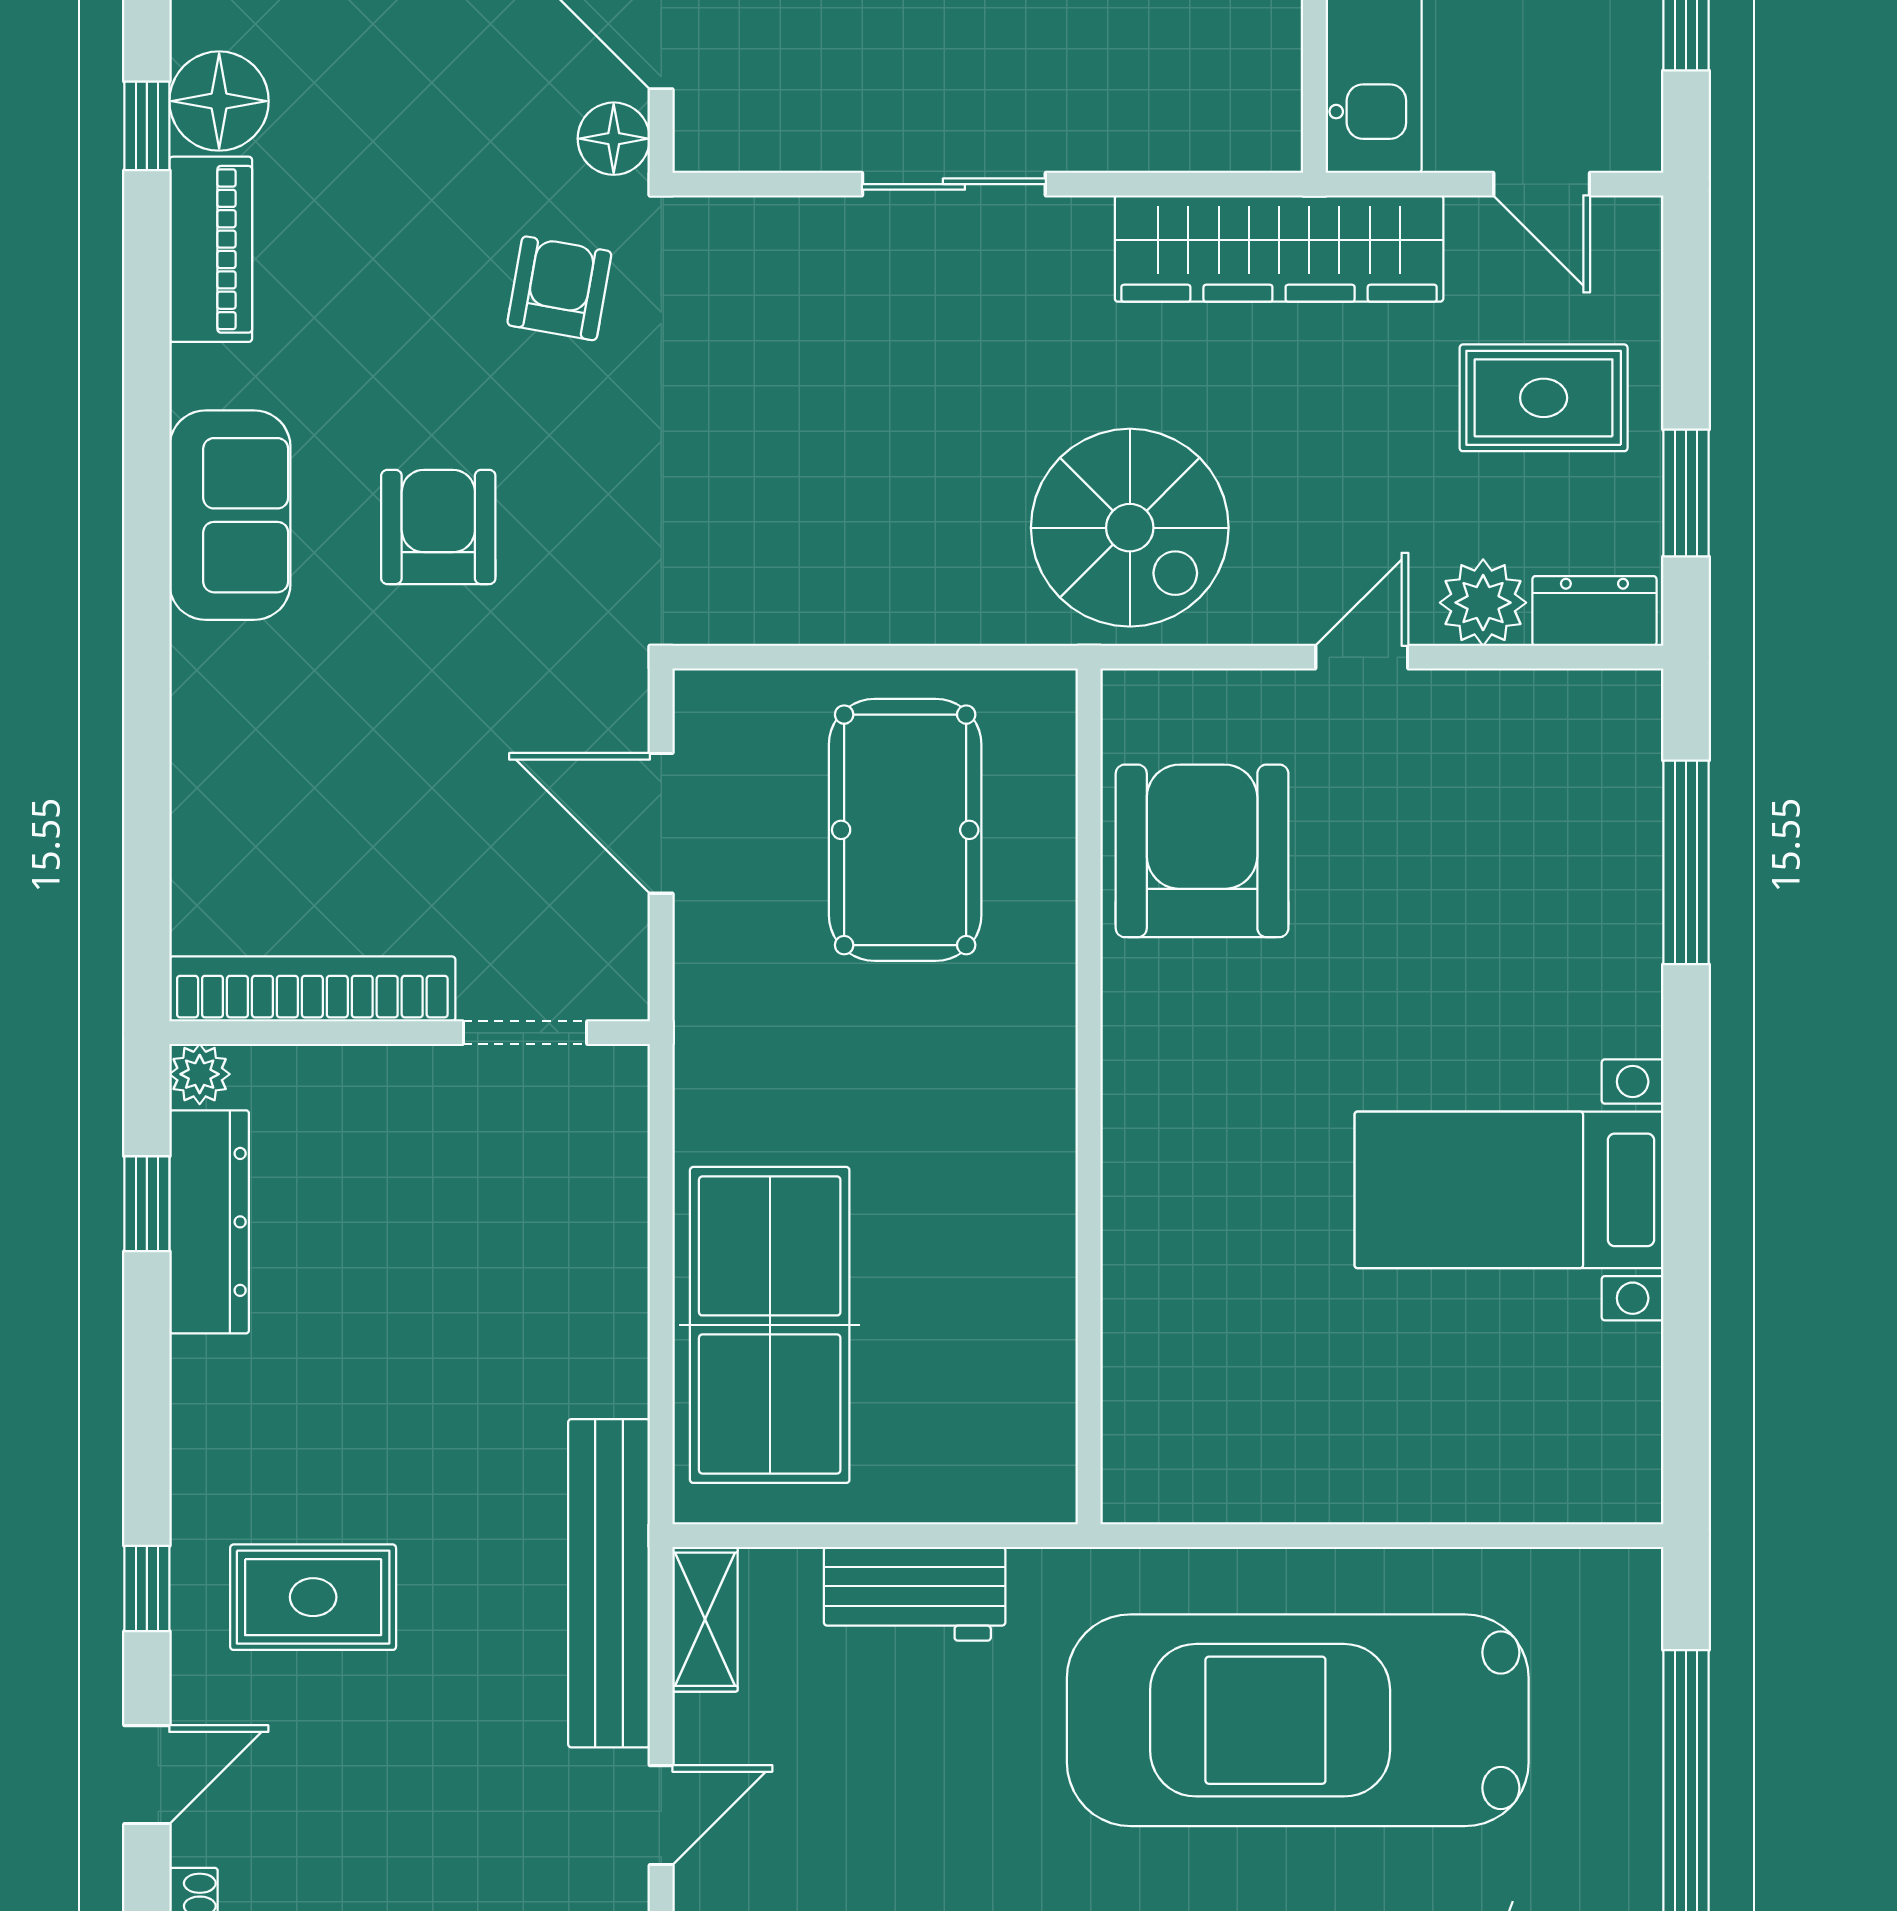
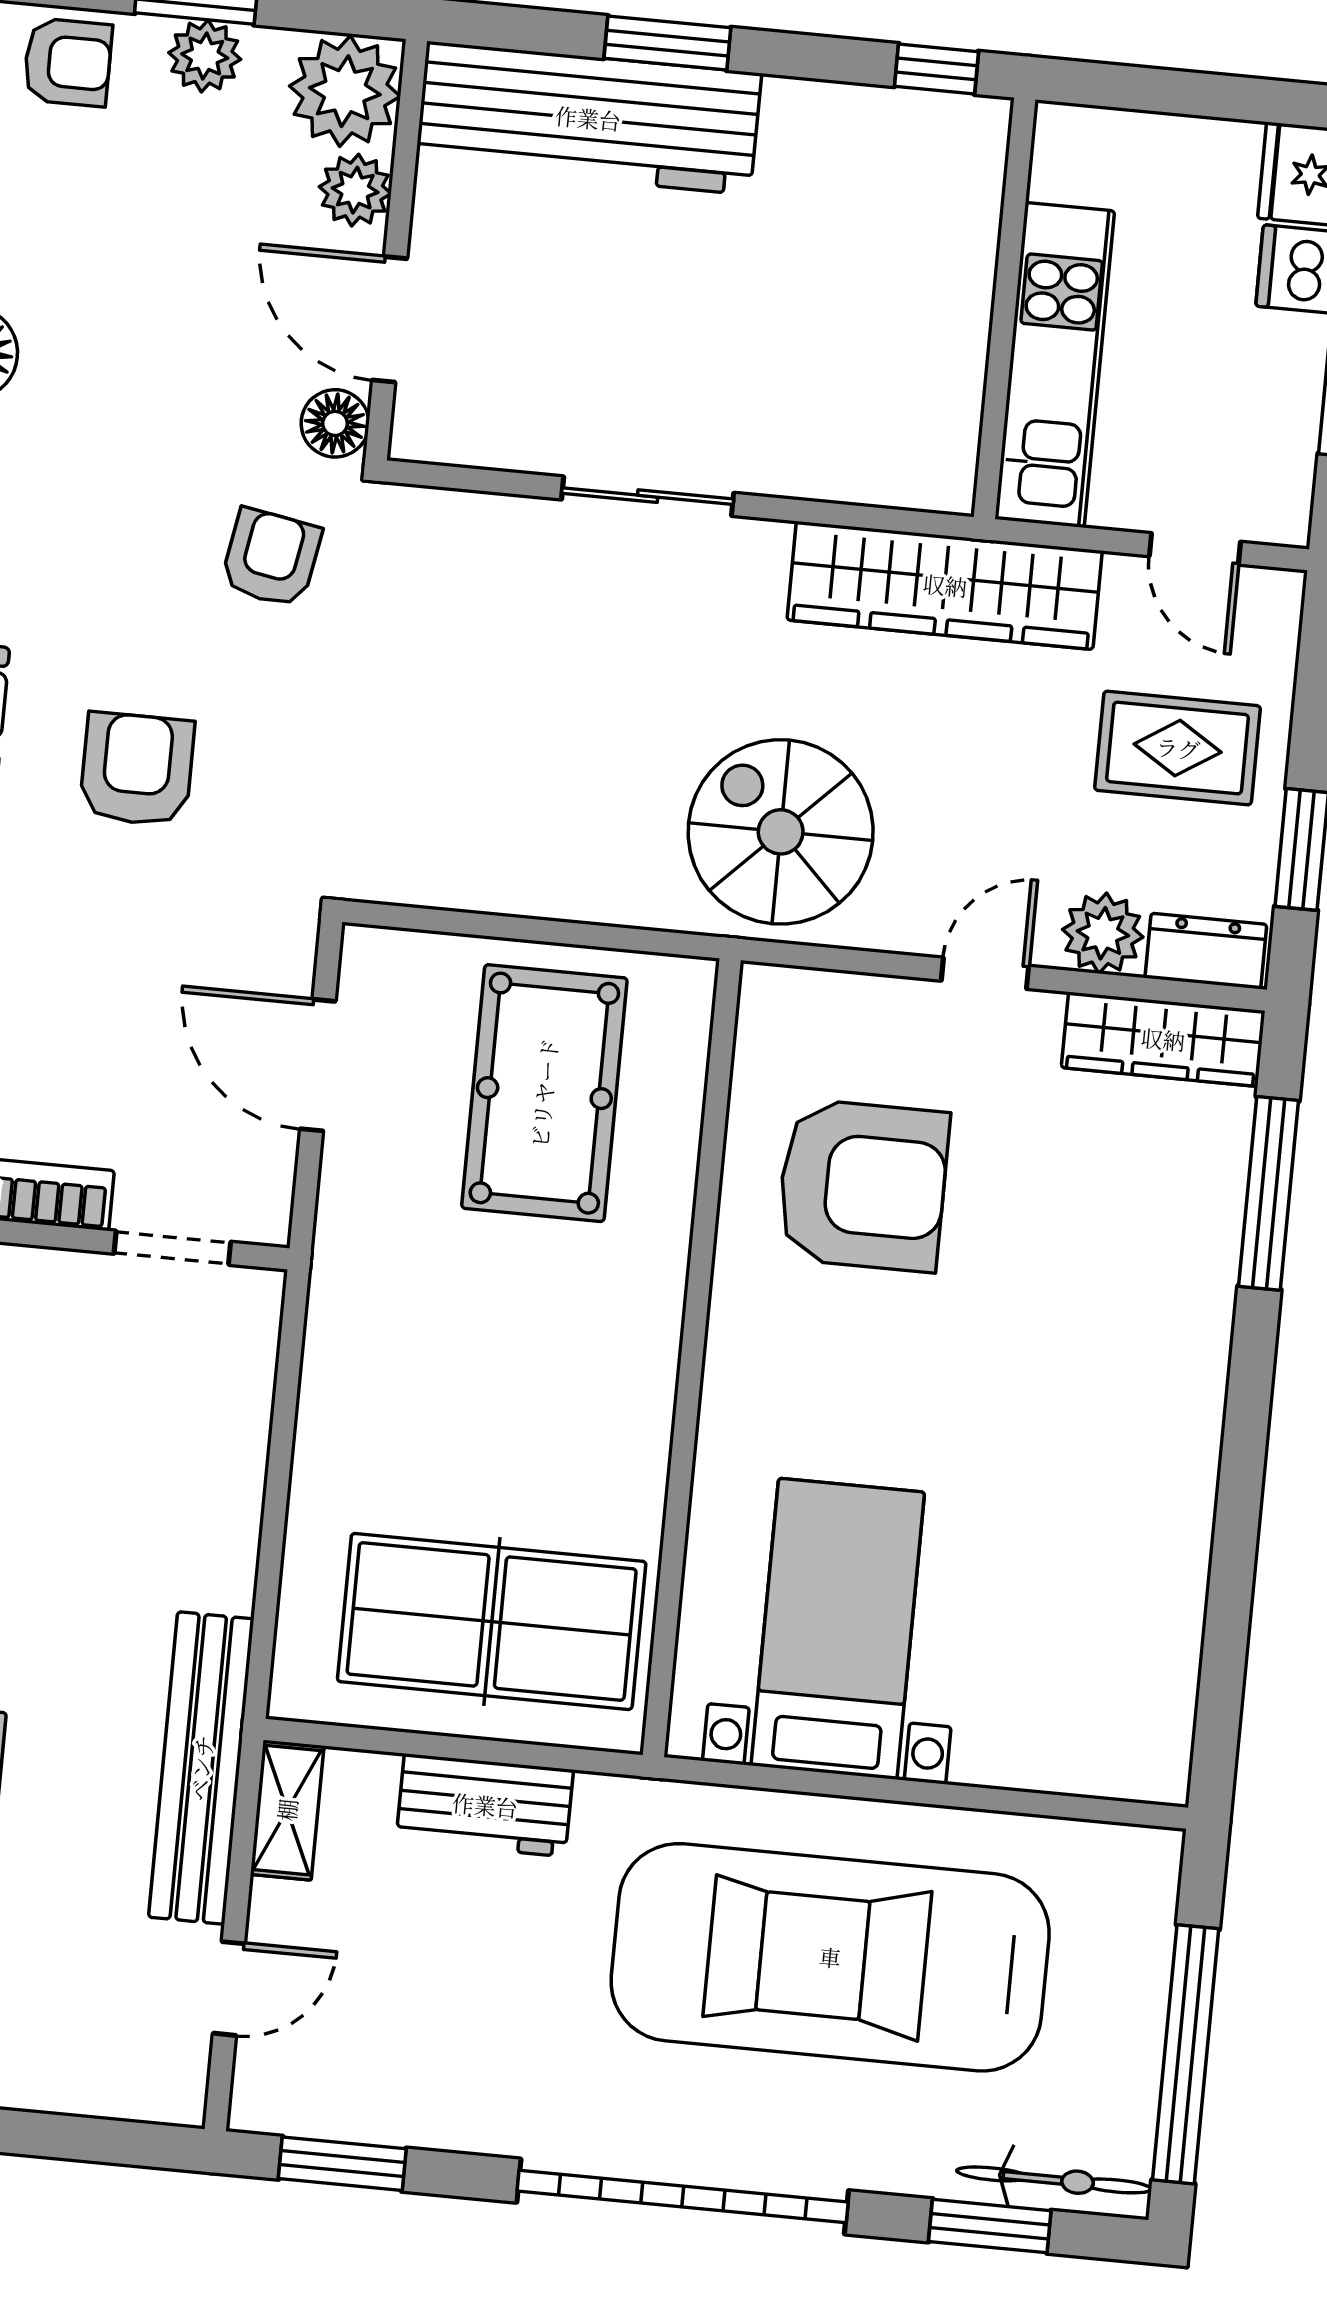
spiral stairs: (1130, 528) -> (781, 832), turned 180
wardrobe: (1558, 709) -> (1163, 1039), added
armchair: (1202, 851) -> (863, 1185), moved, turned 90
bed with nightstands: (1509, 1190) -> (838, 1629), moved, turned 90
table tennis table: (770, 1325) -> (492, 1621), moved, turned 90

